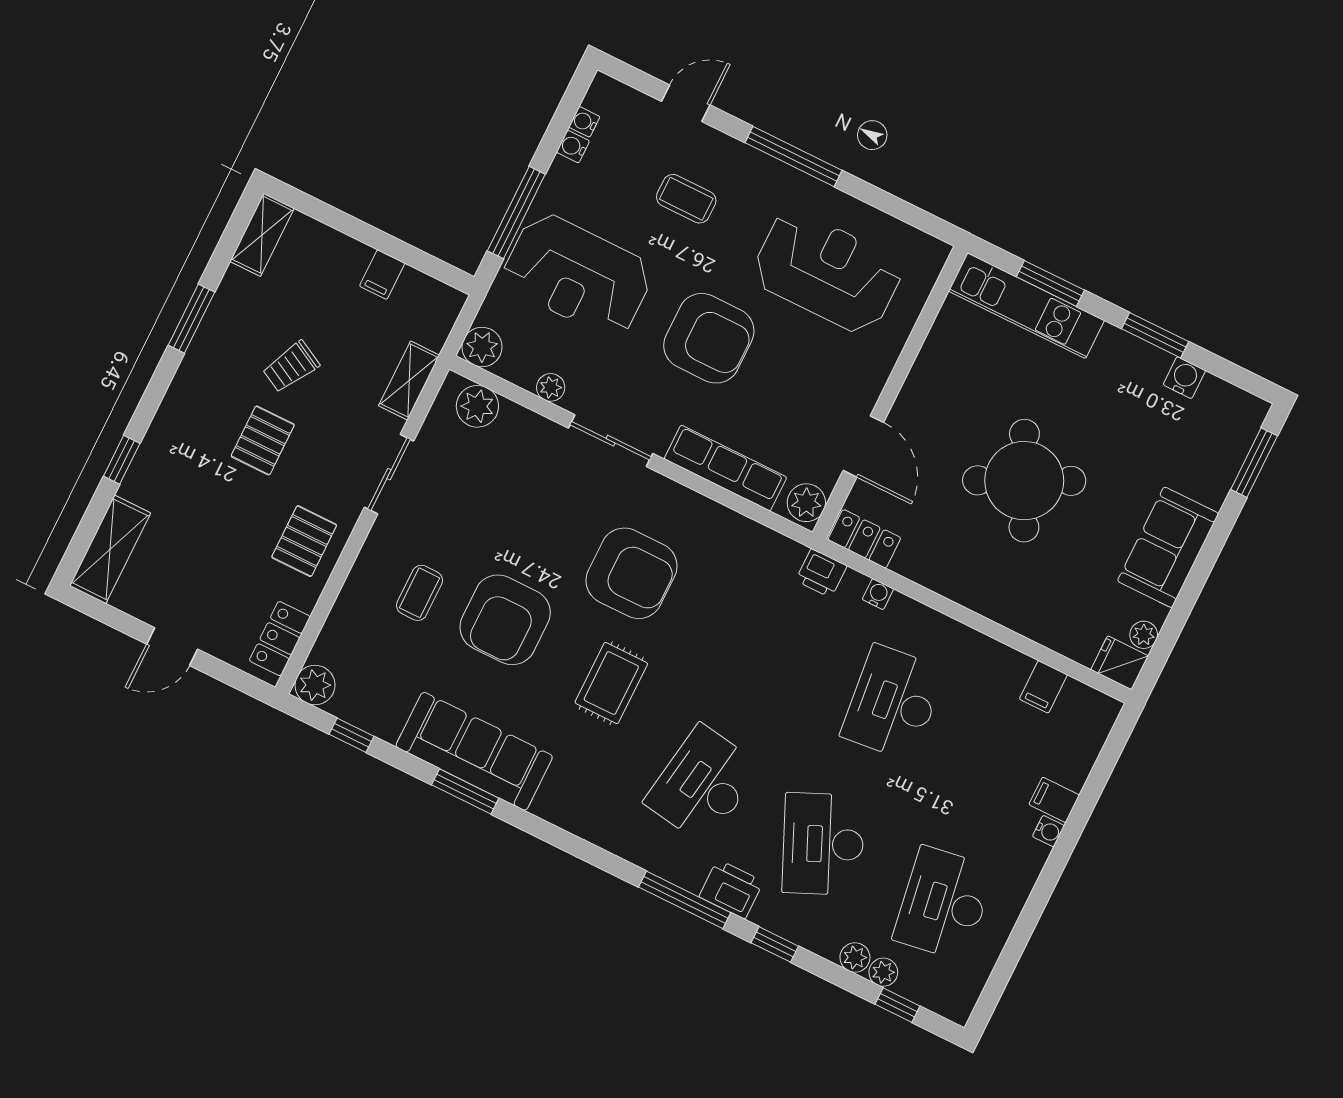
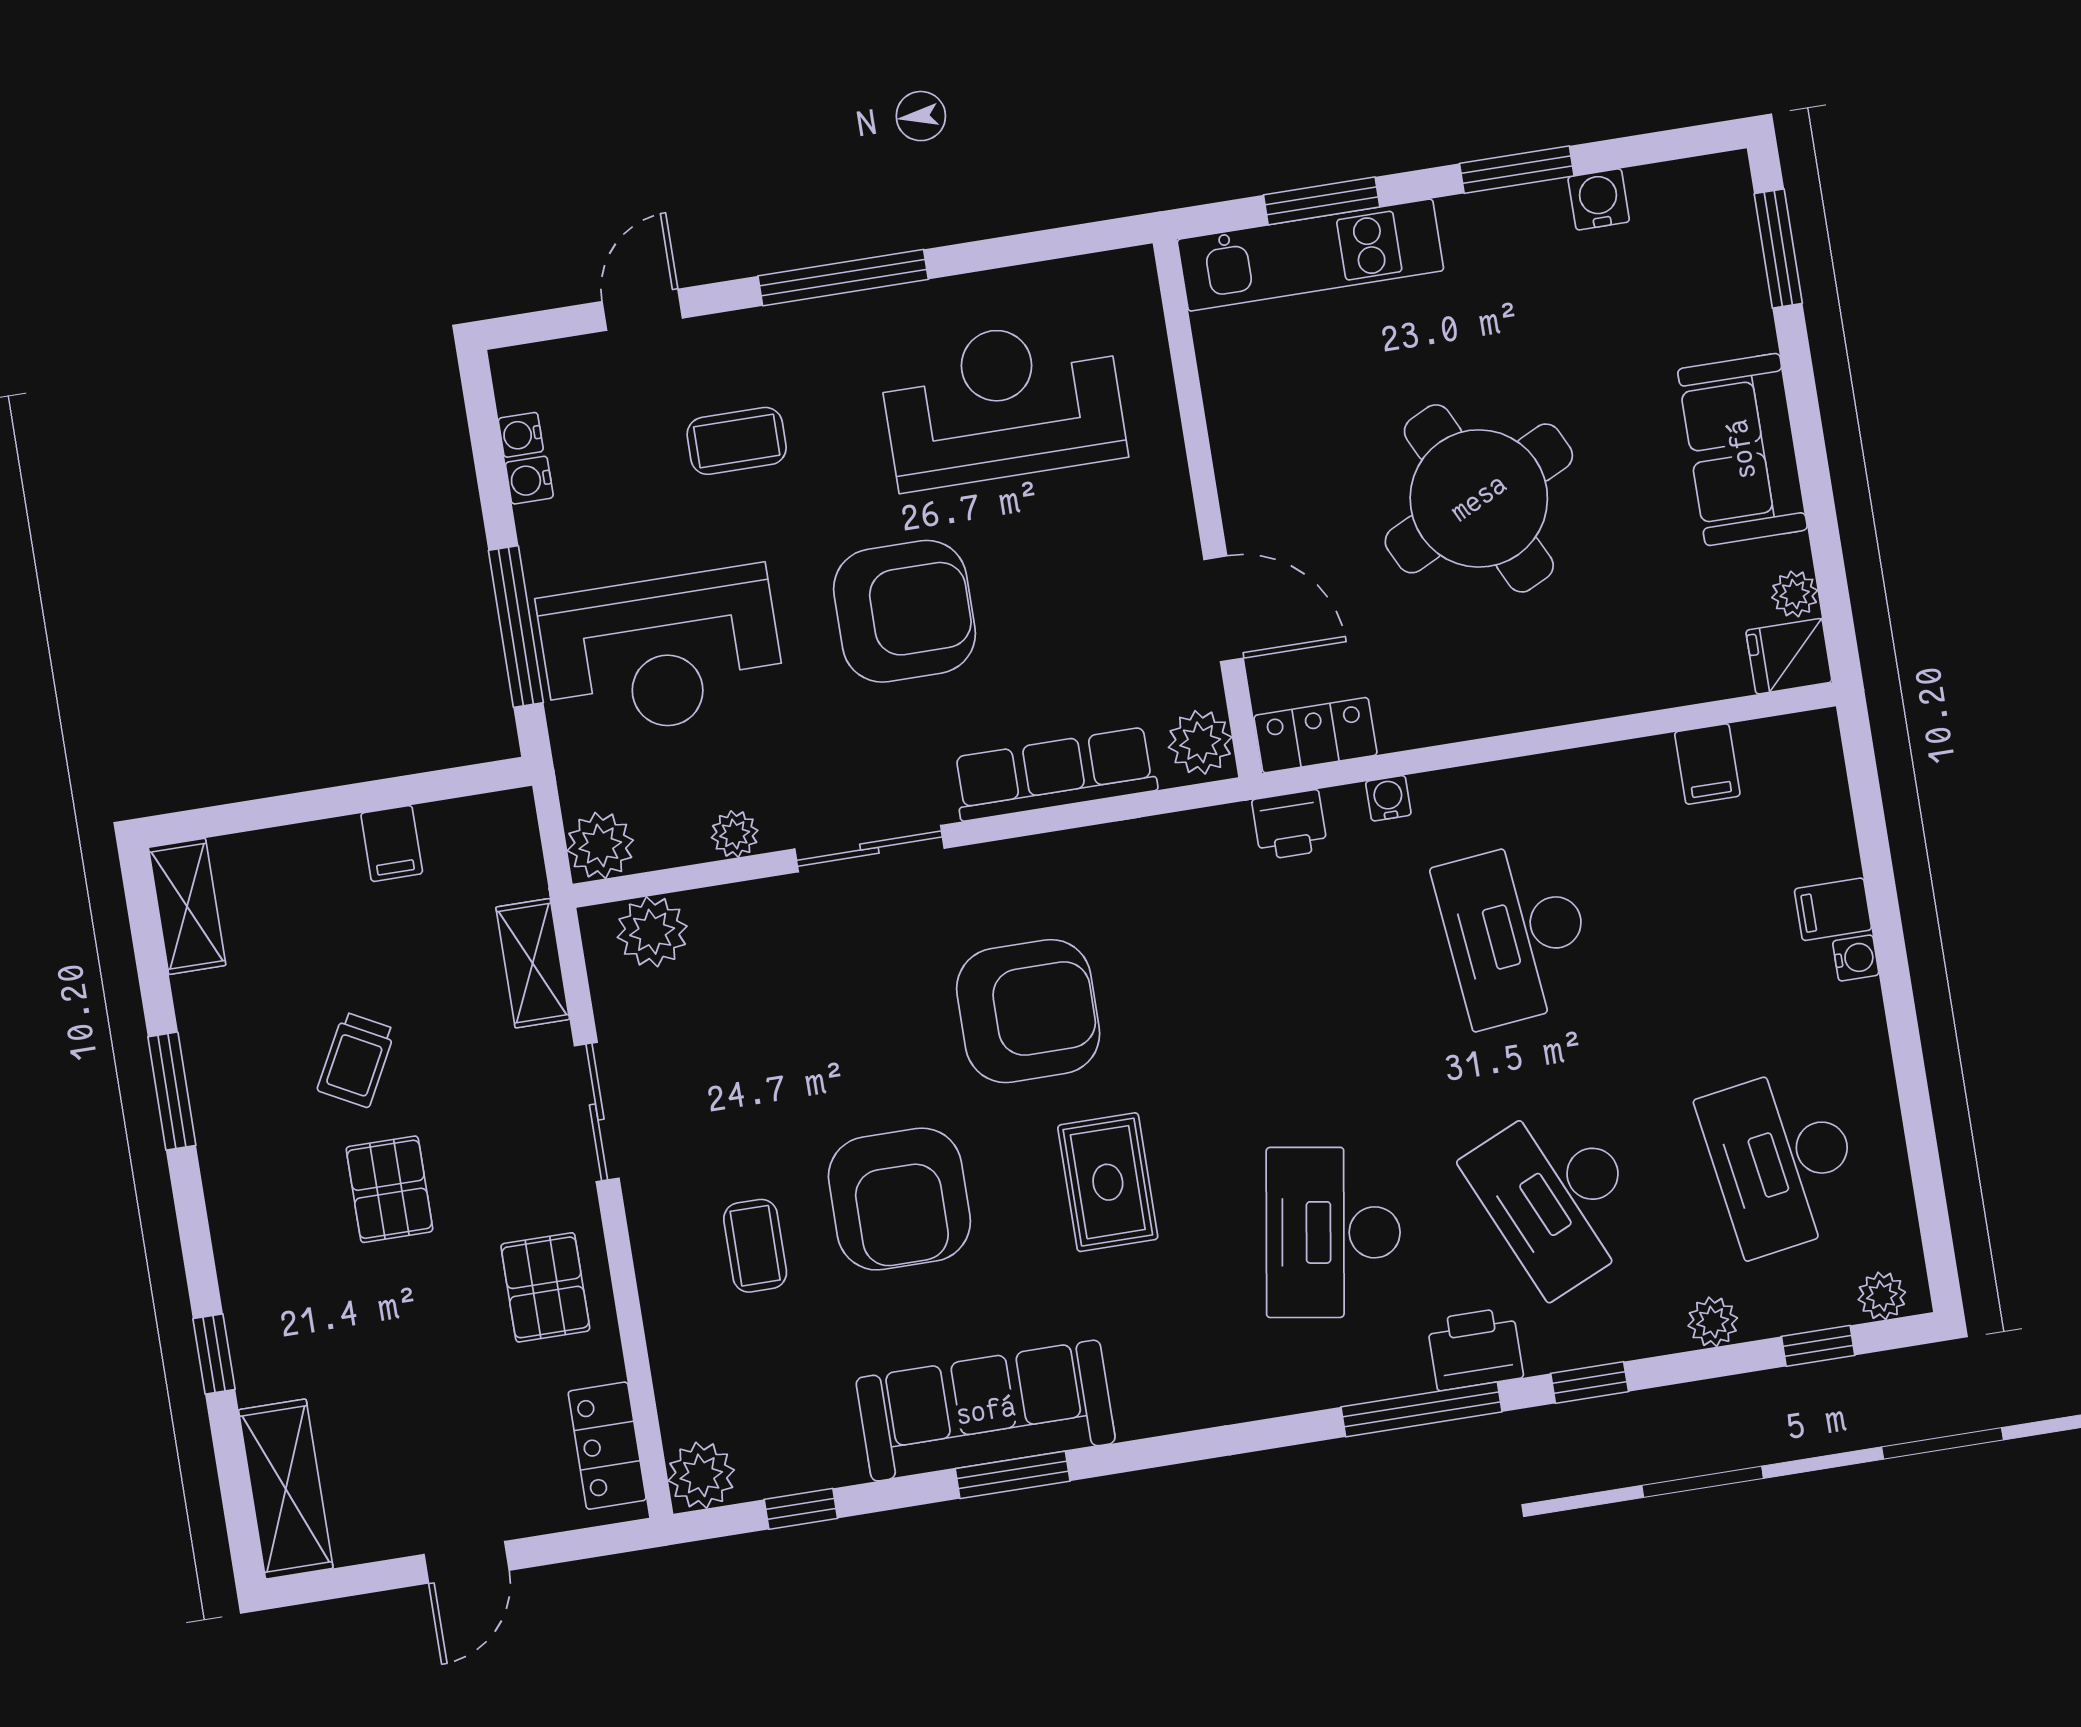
plant: (883, 972) -> (1882, 1296), moved

